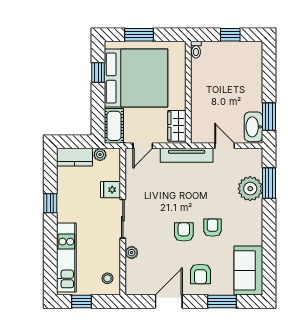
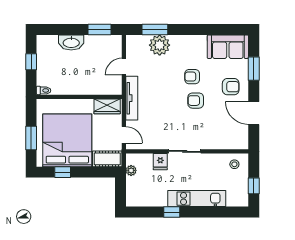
washbasin: (253, 127) -> (71, 42), moved
kitchen counter: (74, 157) -> (133, 192), removed
plant: (132, 253) -> (213, 144), removed
kitchen unit: (66, 258) -> (197, 199), moved

